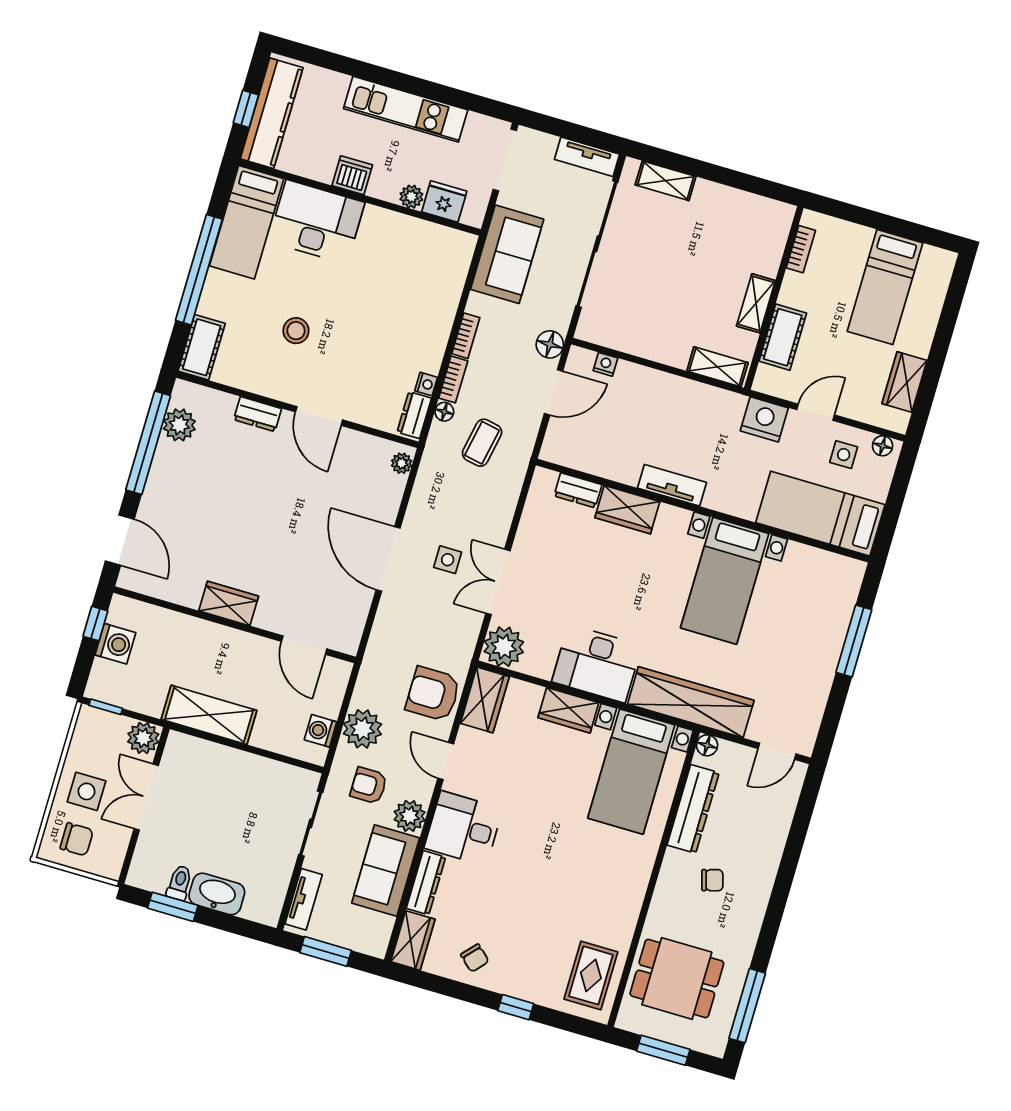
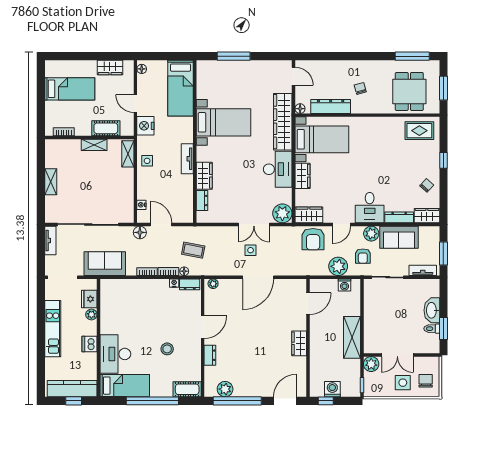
shelving: (666, 181) -> (51, 182), moved
side table: (844, 455) -> (147, 161), moved

